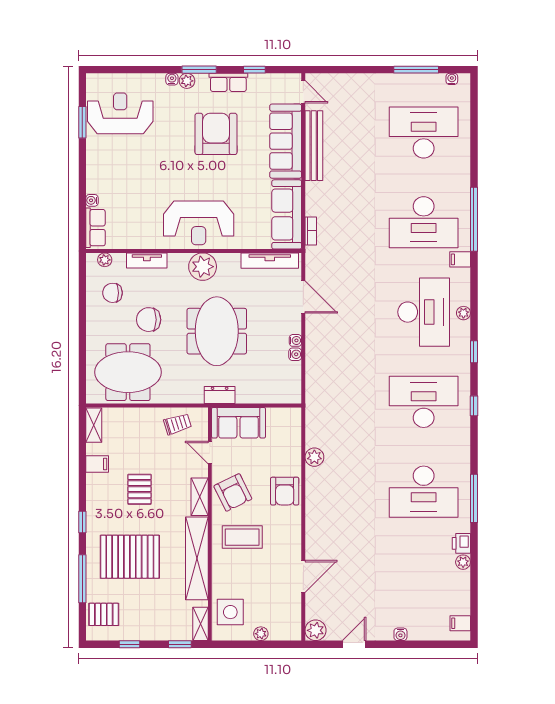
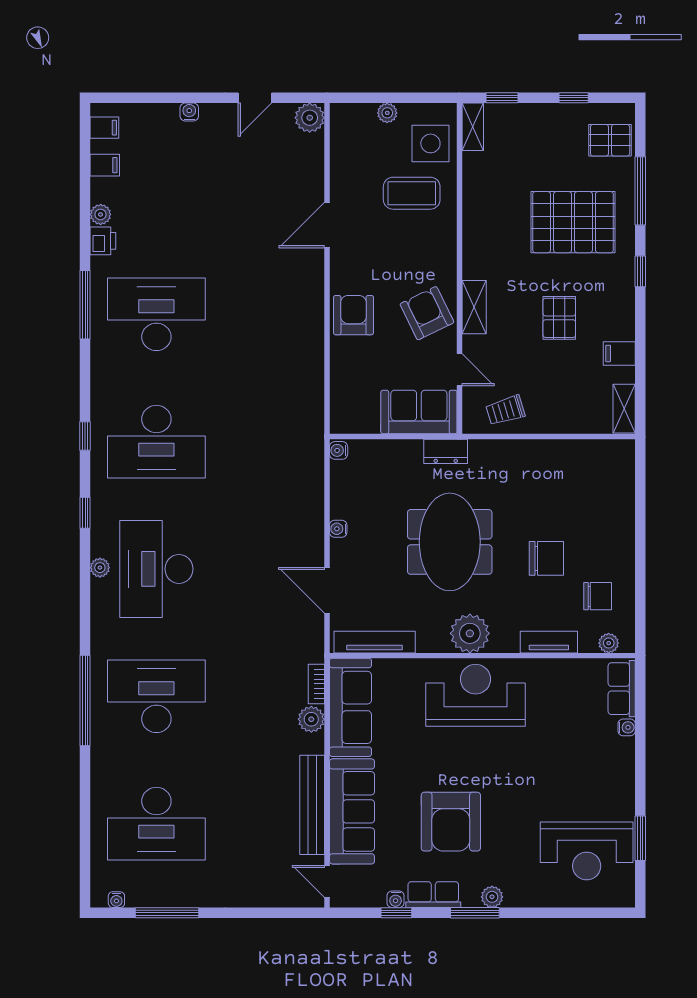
water cooler: (172, 79) -> (396, 899), moved
filing cabinet: (460, 259) -> (105, 165), moved
water cooler: (295, 354) -> (339, 450), moved
meeting table: (128, 372) -> (576, 484), removed
plant: (314, 457) -> (311, 719), moved
coffee table: (242, 537) -> (412, 193), moved
shelving: (197, 558) -> (478, 220), removed
door: (303, 576) -> (327, 225), moved

